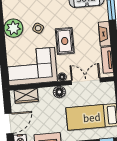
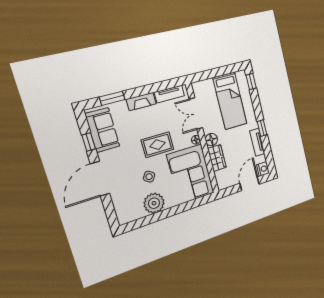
wardrobe: (26, 96) -> (217, 158), moved
door: (9, 123) -> (250, 184), hinge flipped

